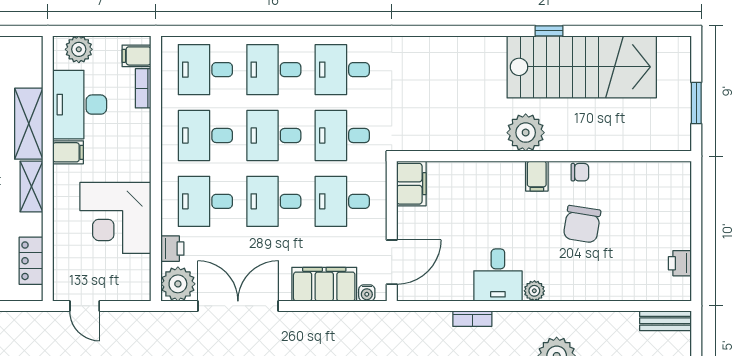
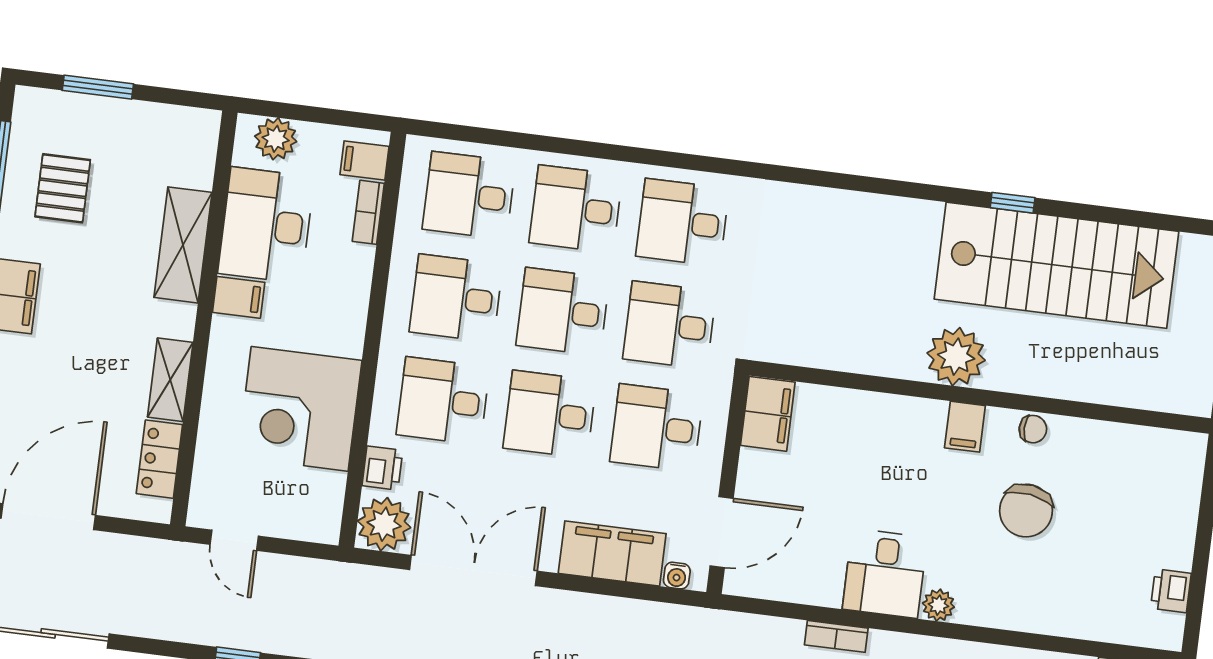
shelving: (31, 187) -> (170, 380), moved

